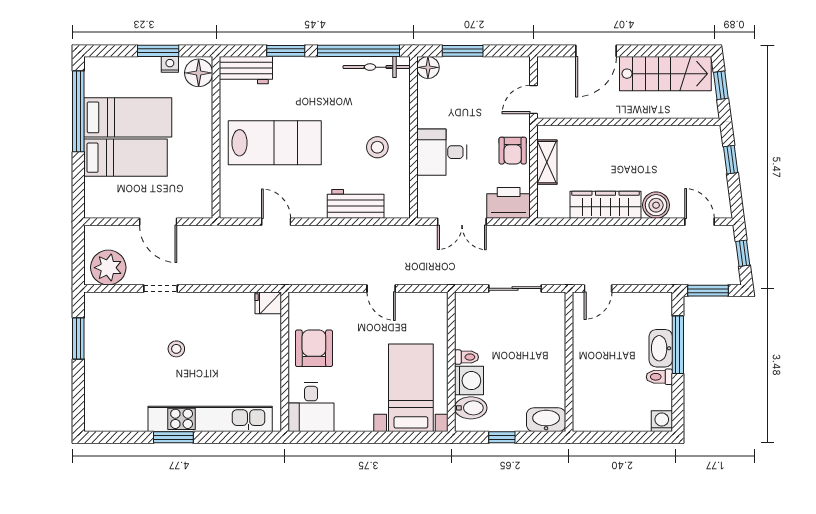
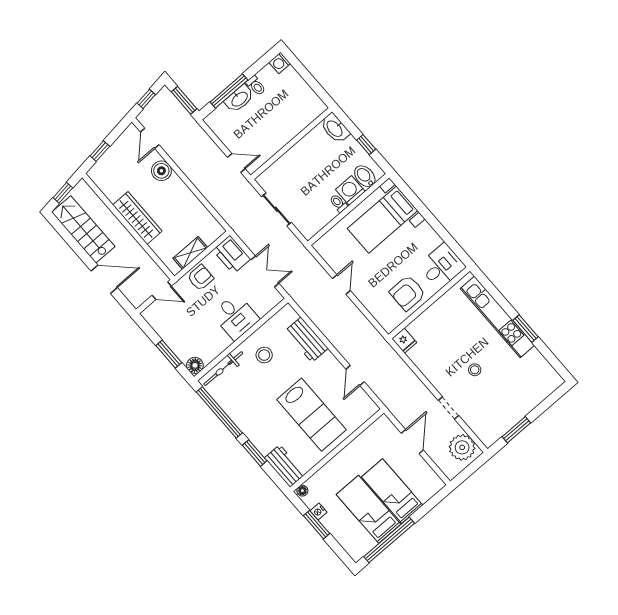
bicycle: (377, 67) -> (223, 369), moved, turned 90
floor lamp: (199, 73) -> (302, 491), width x0.53, depth x0.53
lab bench: (275, 143) -> (311, 415), turned 180
wardrobe: (605, 205) -> (137, 218), moved, turned 180

